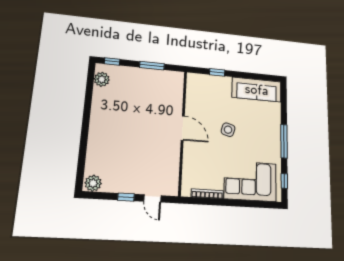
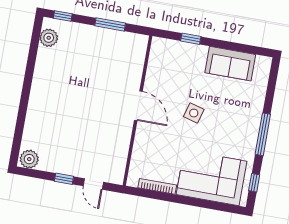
sofa: (257, 90) -> (230, 64), width x0.73

